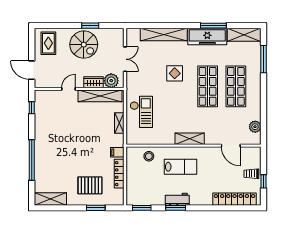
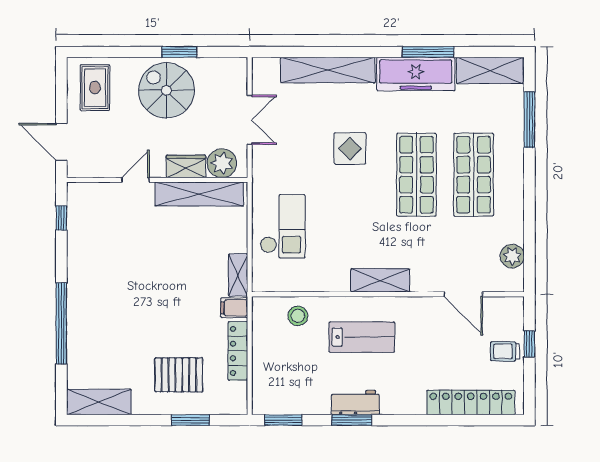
spiral stairs: (84, 45) -> (166, 90), turned 180
shelving: (119, 123) -> (238, 275), moved
window: (263, 181) -> (529, 344), moved

